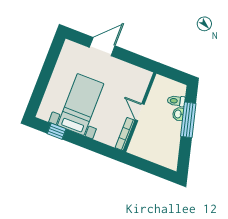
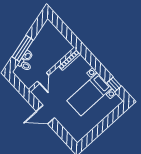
door: (102, 47) -> (45, 115), moved
door: (140, 112) -> (43, 78), moved

